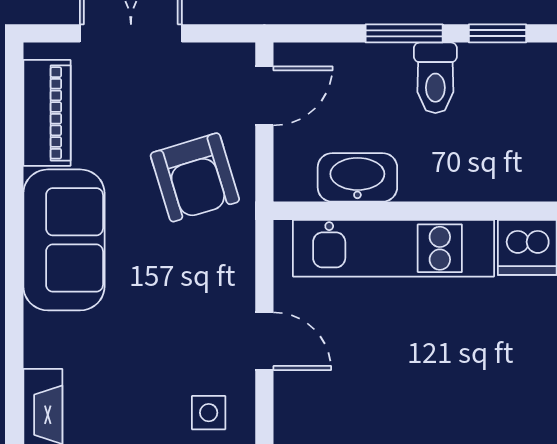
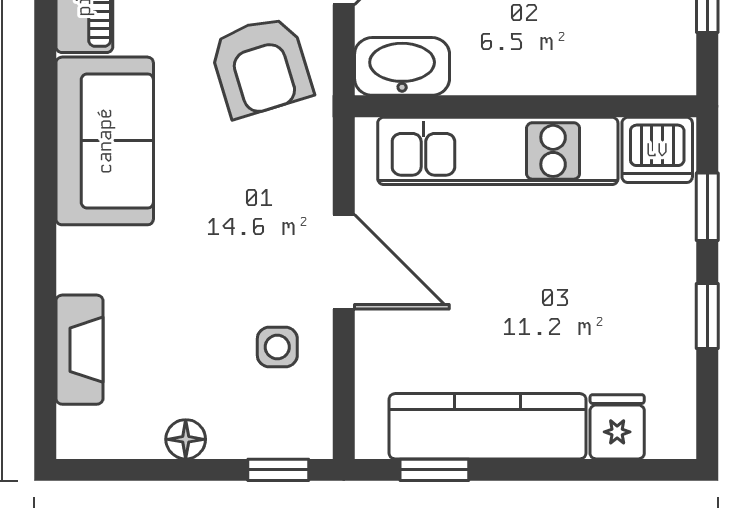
washbasin: (357, 177) -> (402, 66), moved
door: (264, 341) -> (344, 262), width x1.38

